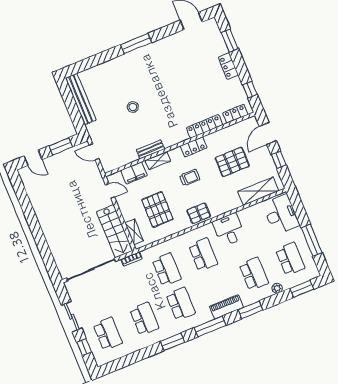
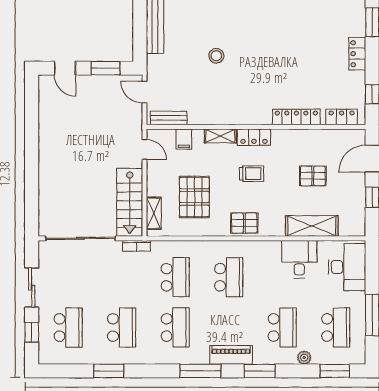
locker: (194, 147) -> (254, 137), moved
bench: (150, 149) -> (169, 118), moved
pallet: (232, 162) -> (313, 176), width x0.67, depth x0.71
filing cabinet: (134, 173) -> (184, 139), width x0.50
shelving: (258, 191) -> (312, 226), moved
desk: (229, 230) -> (299, 259), moved
window: (173, 342) -> (109, 371), moved

